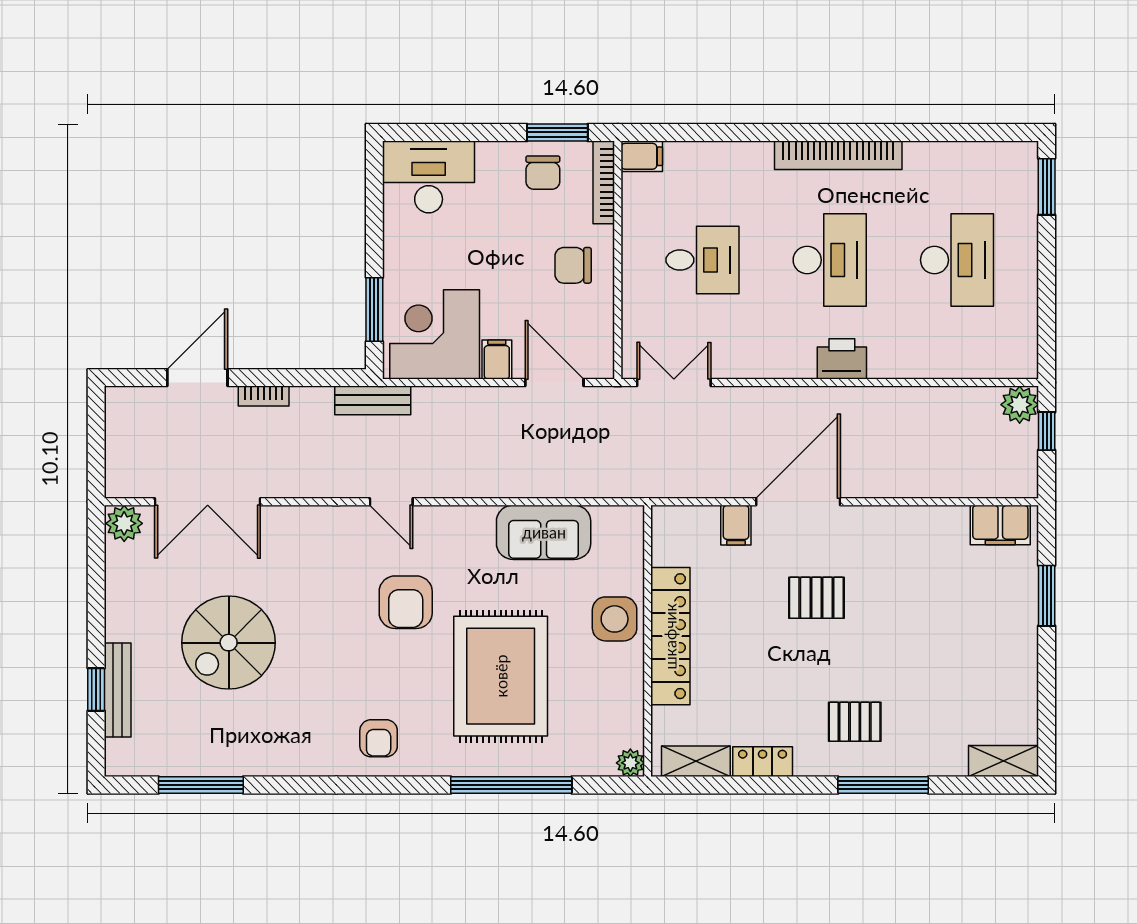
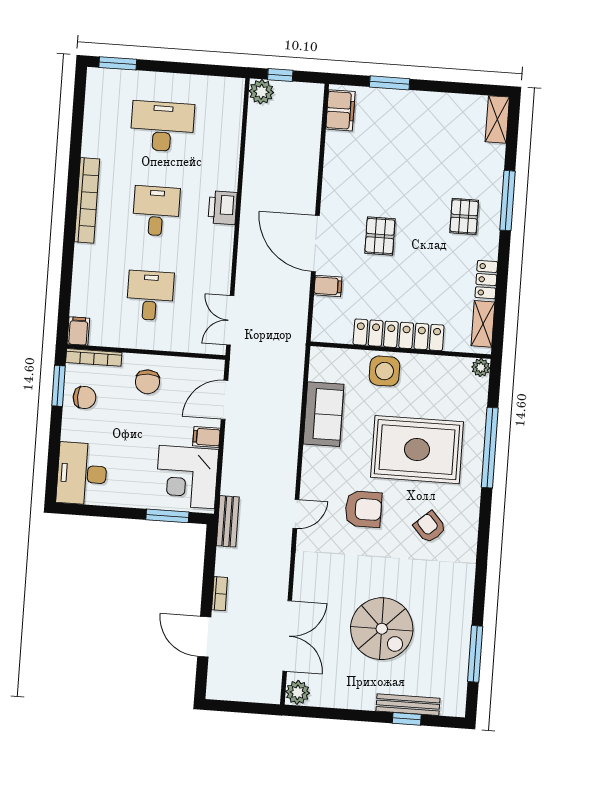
desk: (830, 260) -> (156, 211), width x0.73
armchair: (379, 738) -> (430, 527), moved, turned -132

